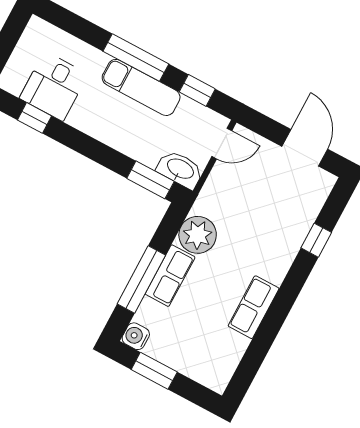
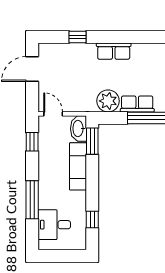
window: (136, 58) -> (32, 200), moved
desk: (54, 86) -> (54, 225), moved, turned 180
exam couch: (141, 87) -> (78, 166), moved, turned 180
row of seats: (254, 307) -> (114, 51), moved

